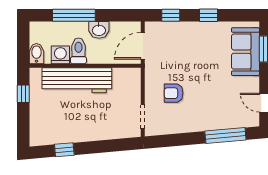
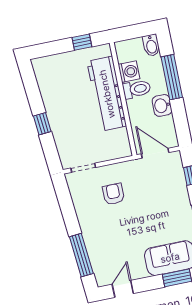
bidet: (36, 54) -> (151, 45), moved, turned 90
window: (64, 150) -> (42, 124), moved

